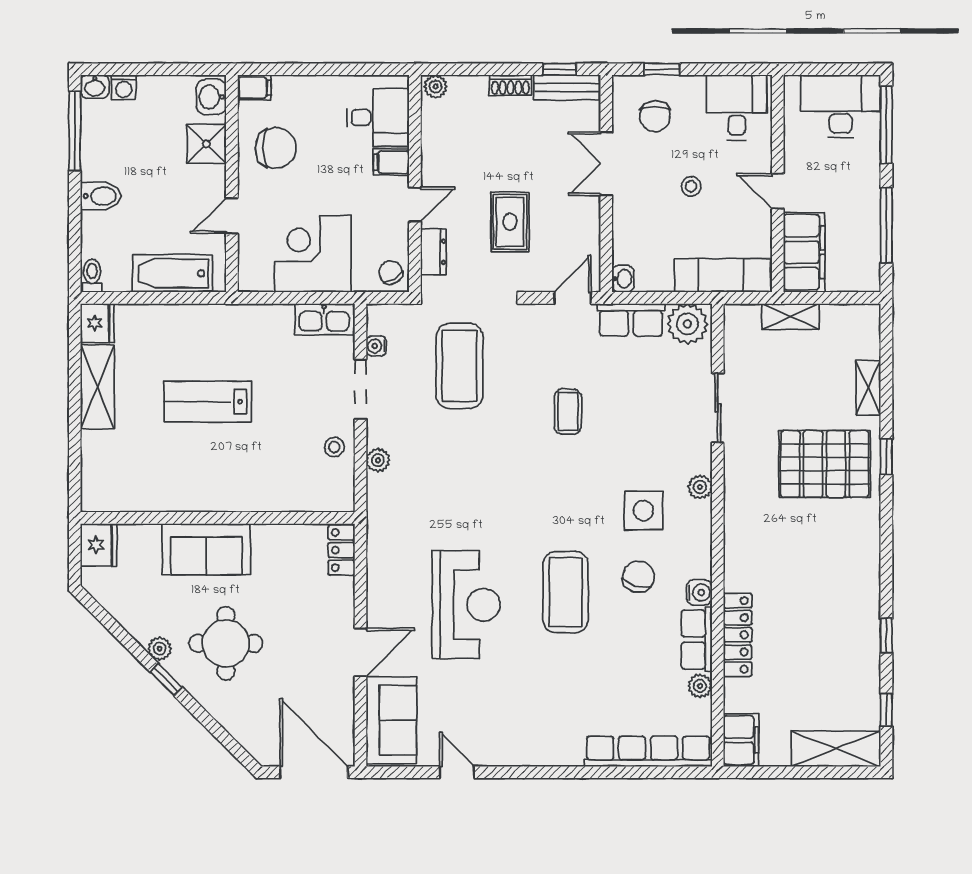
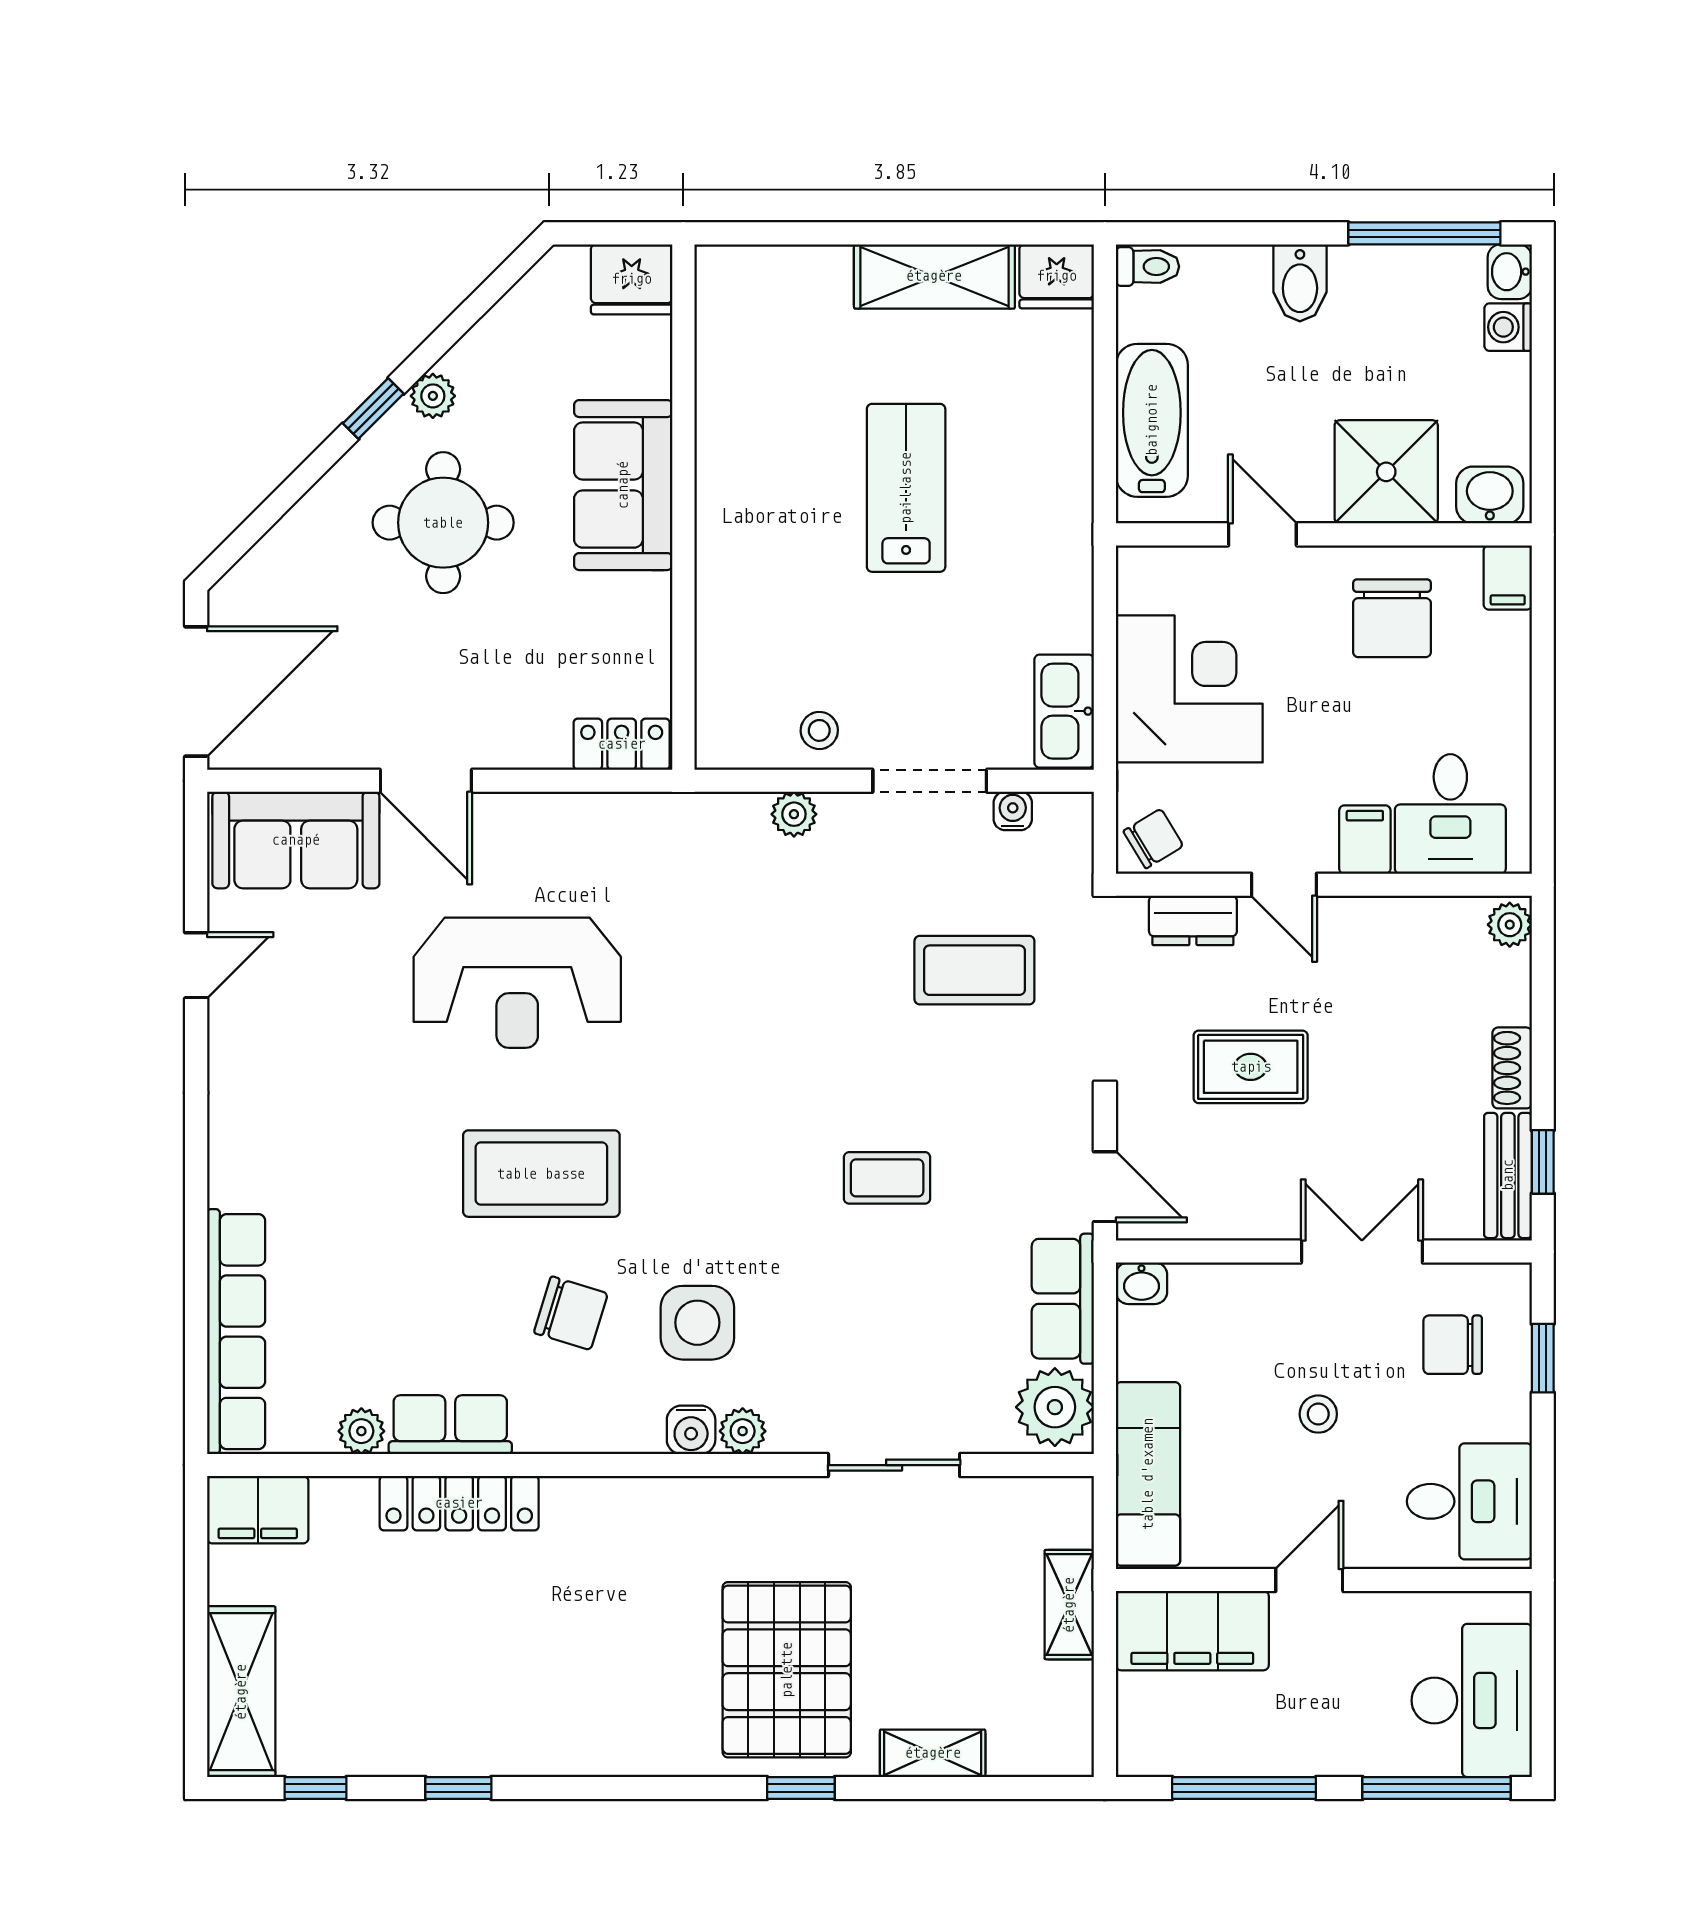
shower: (206, 144) -> (1386, 472), width x1.36, depth x1.36
coffee table: (459, 366) -> (974, 970), width x0.73, depth x0.76
water cooler: (699, 592) -> (691, 1430), moved

